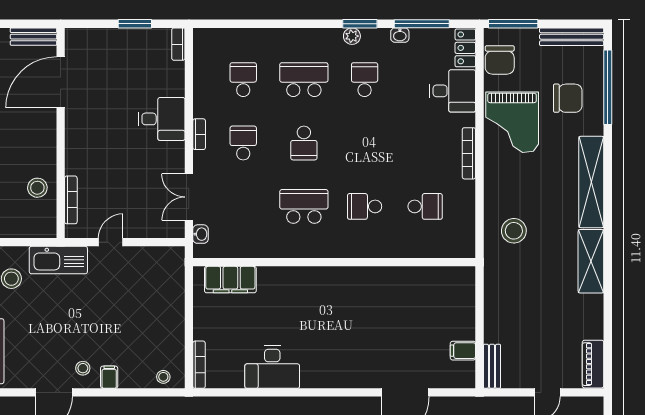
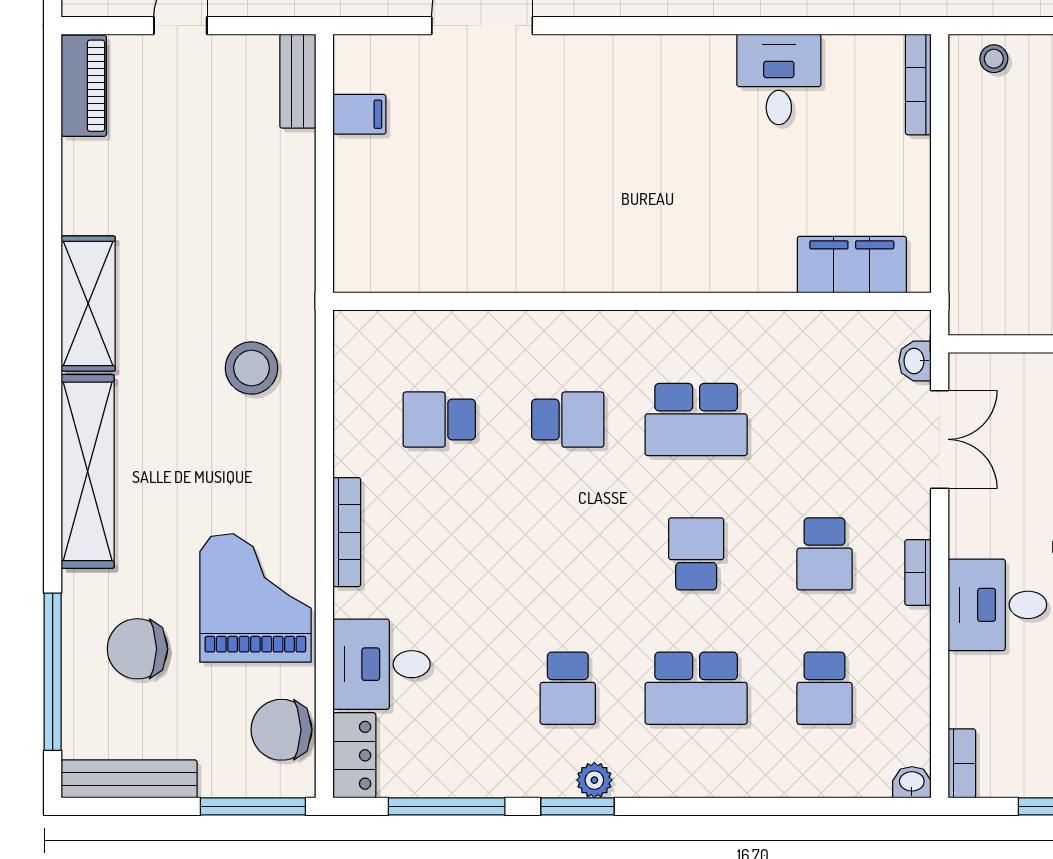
washbasin: (400, 35) -> (912, 782), moved
chair: (500, 60) -> (282, 730), turned -90
desk: (272, 367) -> (779, 79), width x0.73

